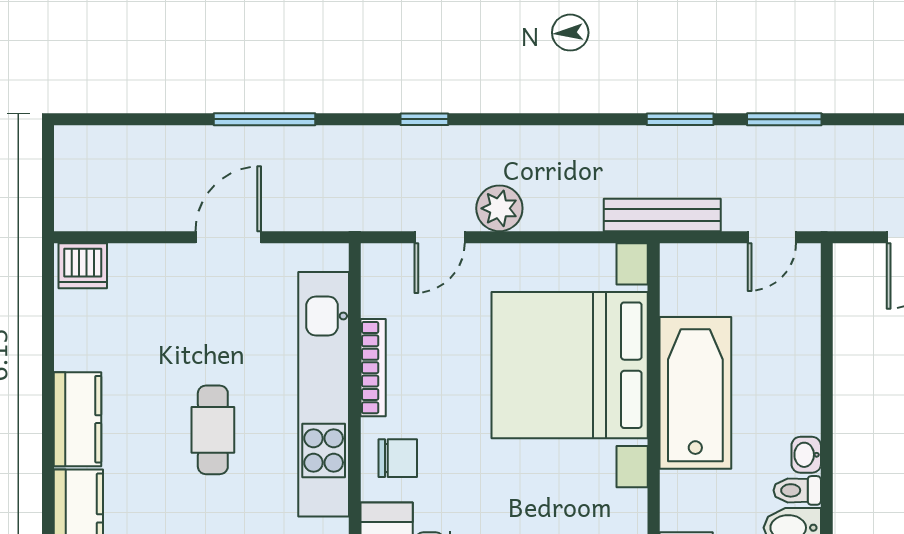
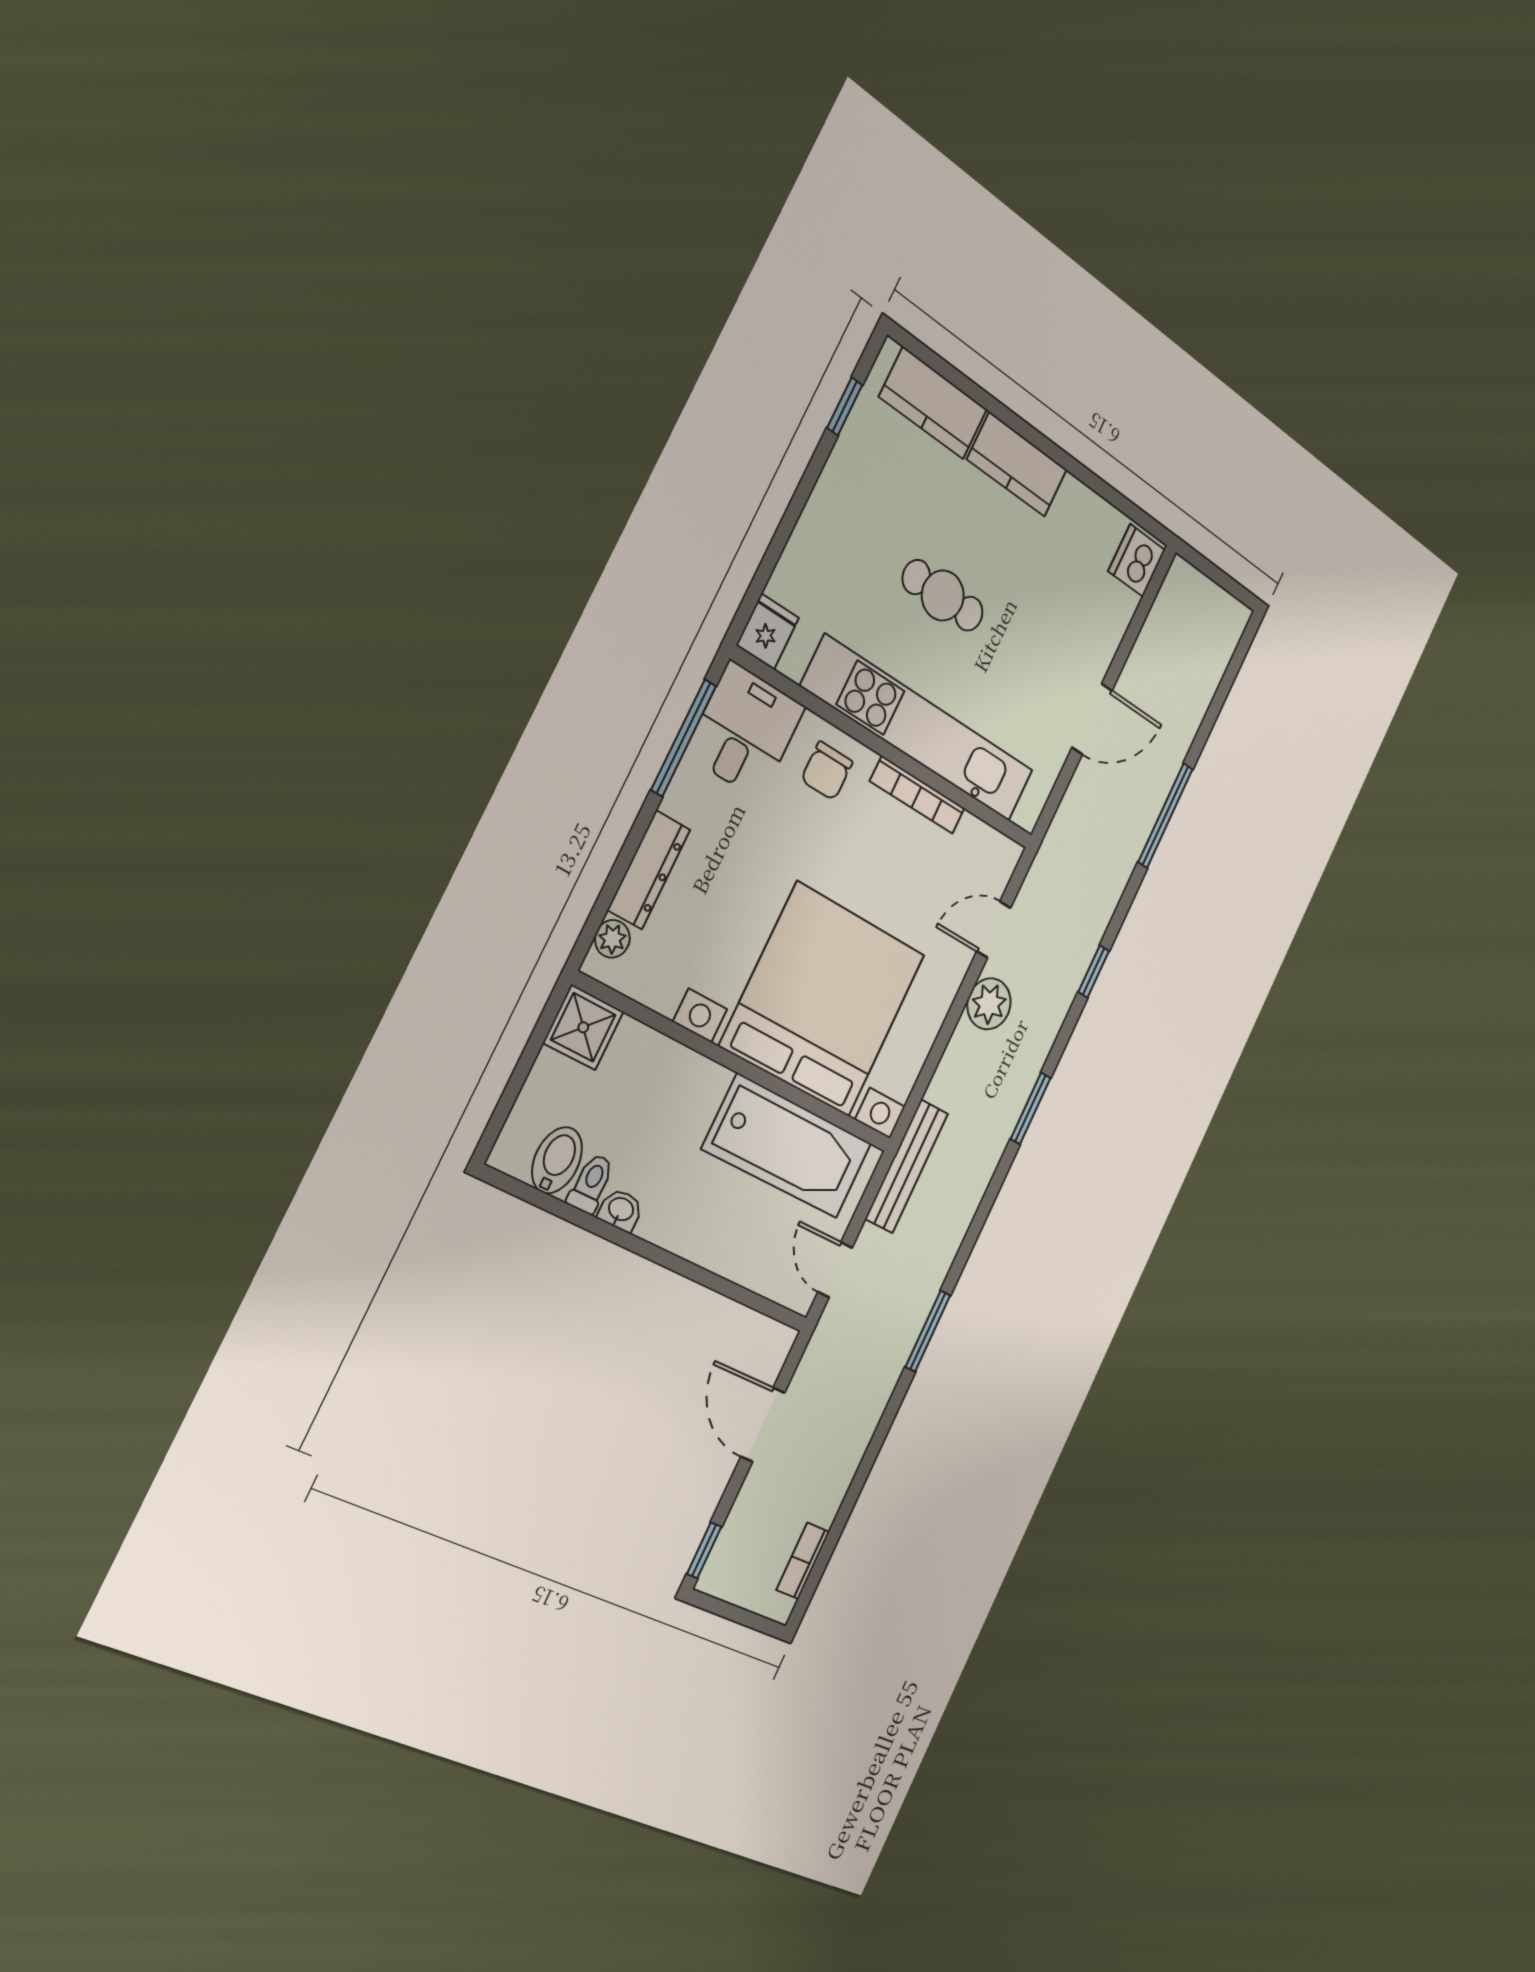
window: (680, 119) -> (1030, 1108), moved
door: (228, 237) -> (1092, 719), hinge flipped
door: (440, 237) -> (994, 930), hinge flipped
bathtub: (695, 393) -> (787, 1146), moved

